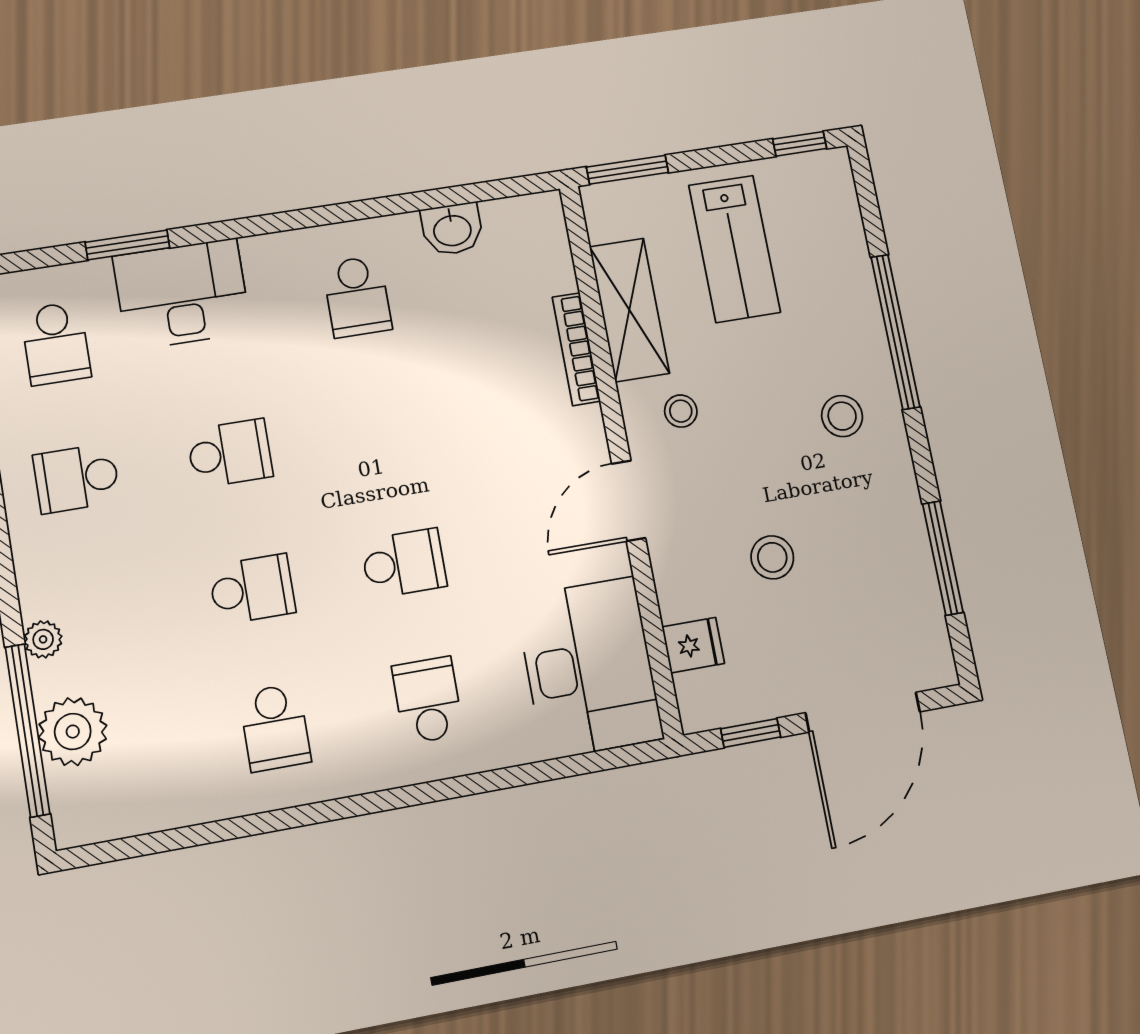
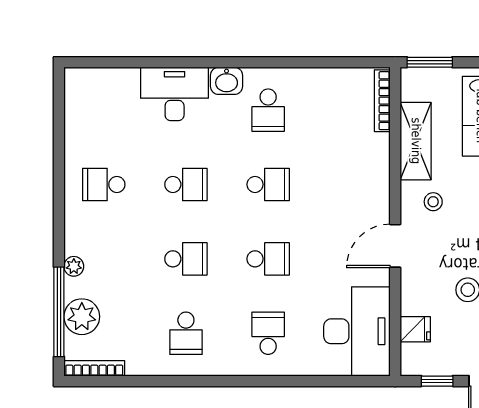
washbasin: (452, 229) -> (227, 81), moved
window: (128, 245) -> (150, 62), removed
school desk: (56, 343) -> (268, 184), moved, turned -90
bookcase: (576, 349) -> (382, 101), moved
bookcase: (112, 826) -> (94, 368), added

